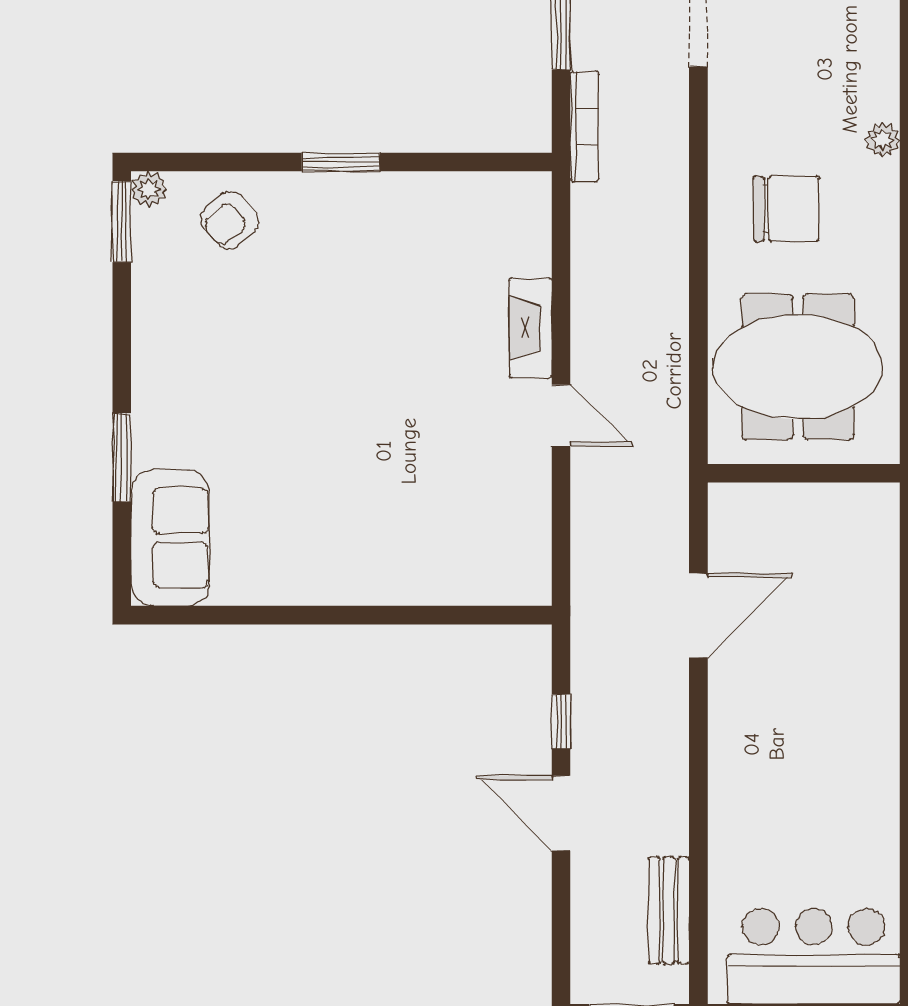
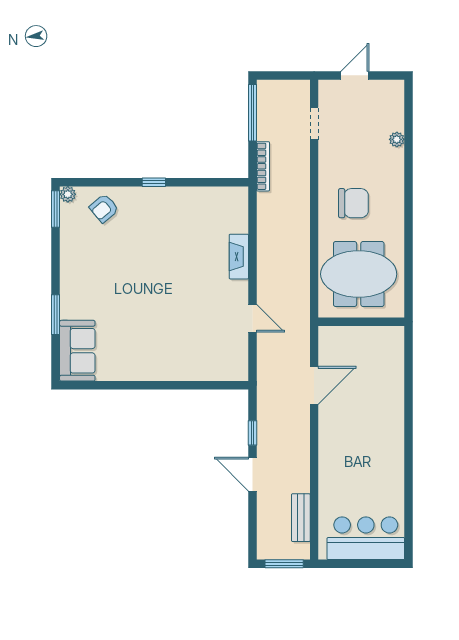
plant: (883, 140) -> (397, 139), moved
window: (341, 162) -> (154, 182), width x0.67
door: (561, 416) -> (253, 318), moved

